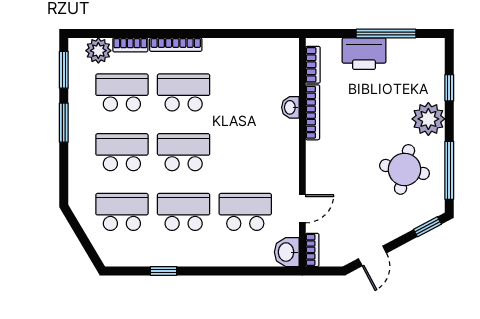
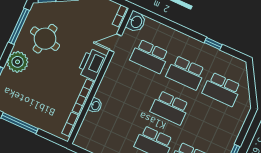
printer: (364, 54) -> (92, 64), moved, turned -90
school desk: (122, 152) -> (206, 124), removed

